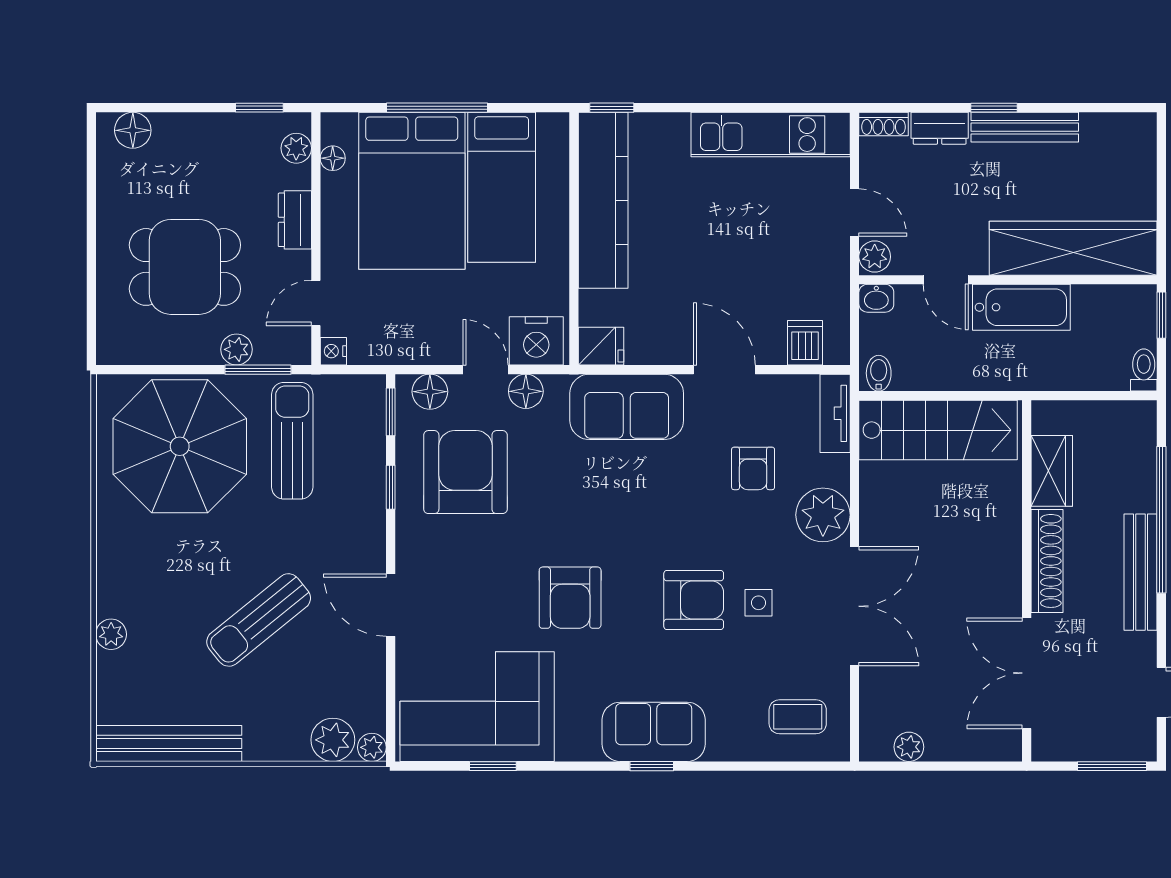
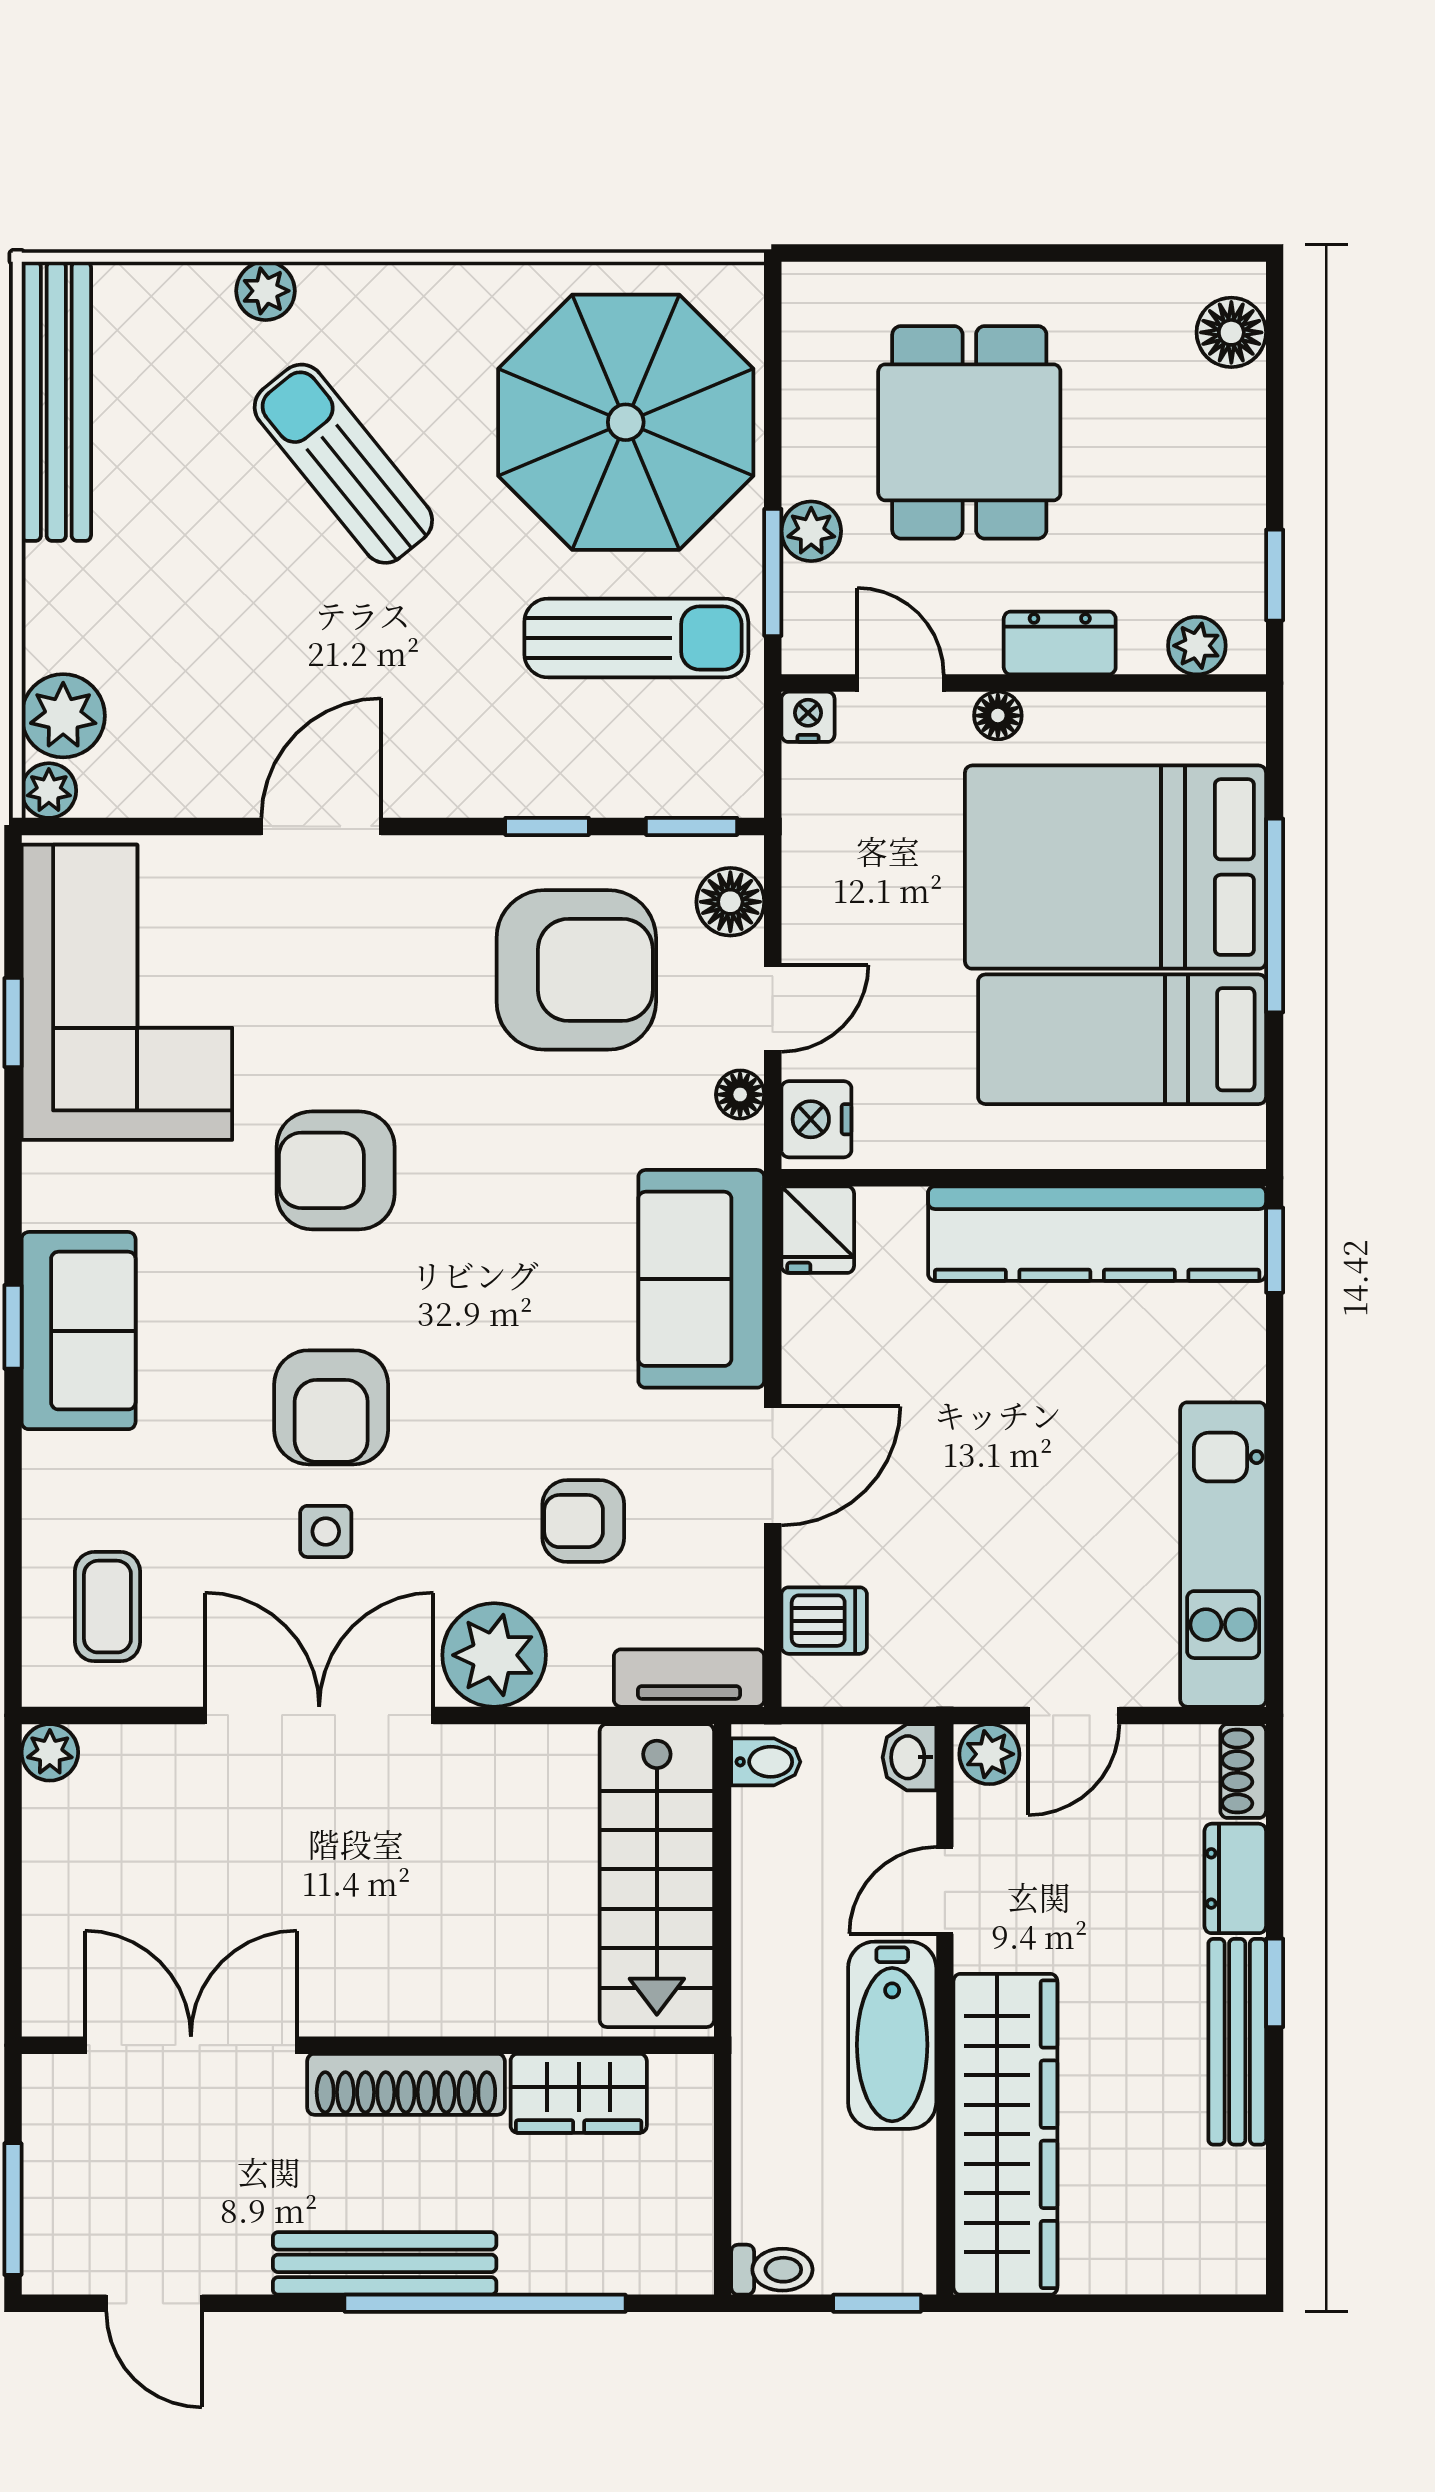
floor lamp: (333, 158) -> (998, 716), moved
nightstand: (536, 341) -> (816, 1119), width x0.74, depth x0.75
floor lamp: (526, 391) -> (740, 1095), width x0.73, depth x0.73
double door: (855, 606) -> (319, 1715), swing flipped
sun lounger: (259, 620) -> (343, 464), moved
plant: (909, 747) -> (50, 1752), moved

